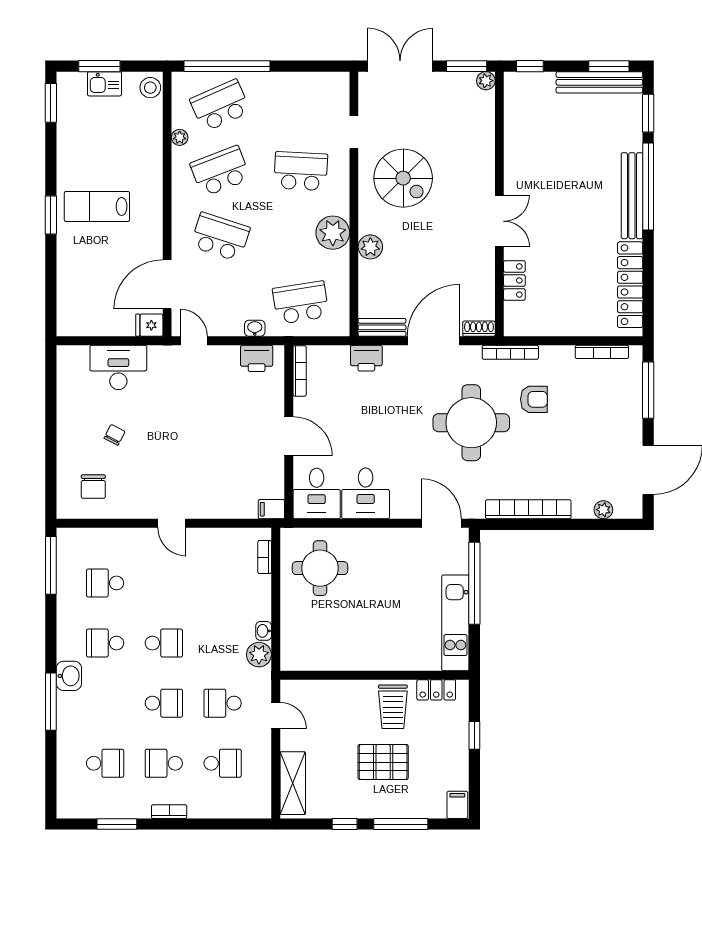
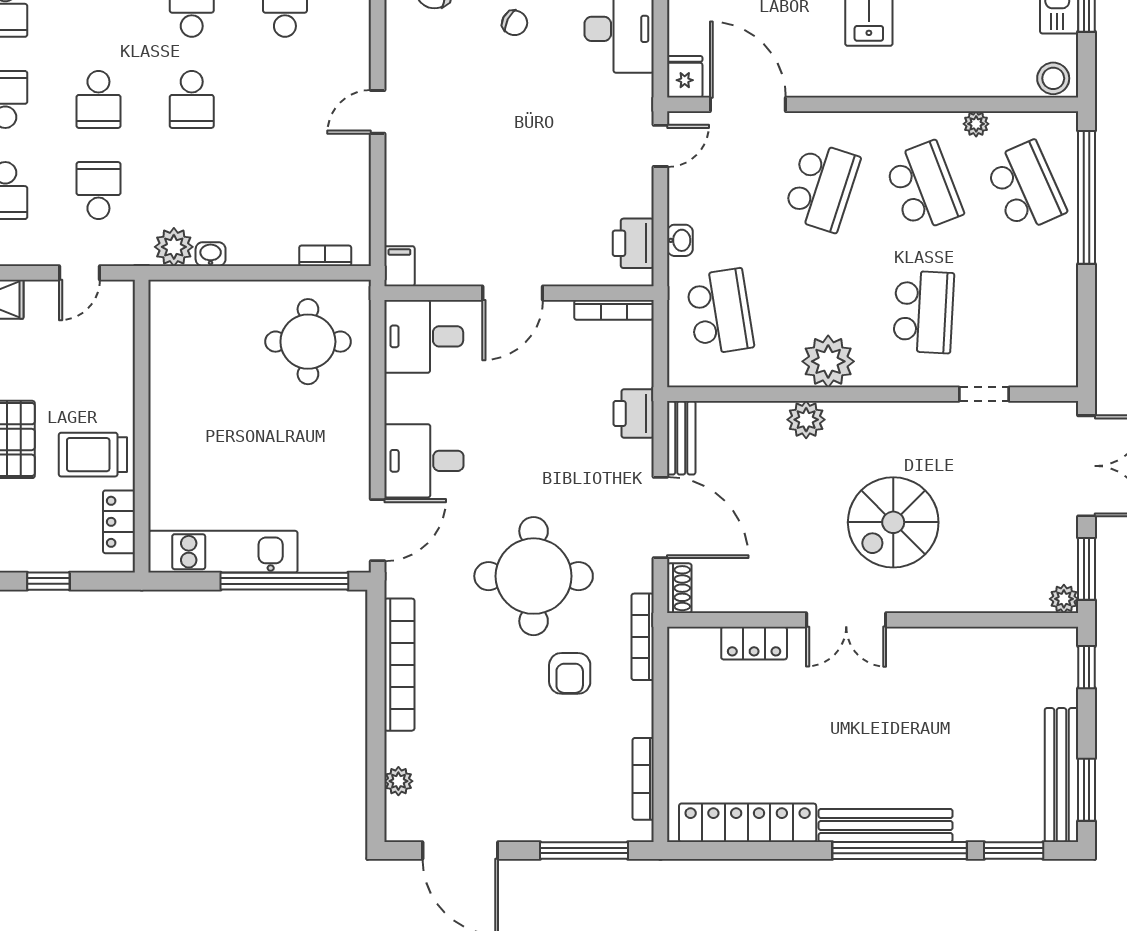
spiral stairs: (403, 178) -> (893, 522), moved
desk: (366, 493) -> (424, 461), moved

